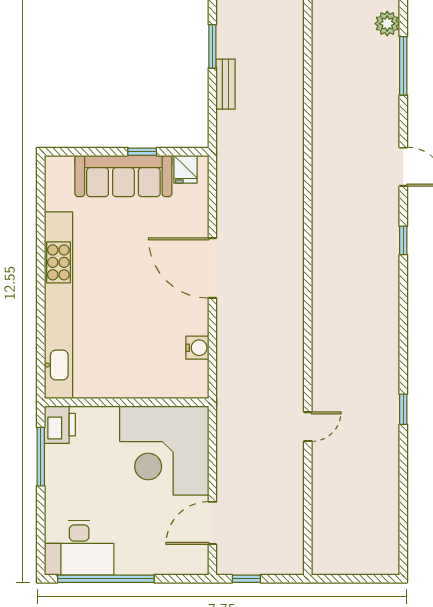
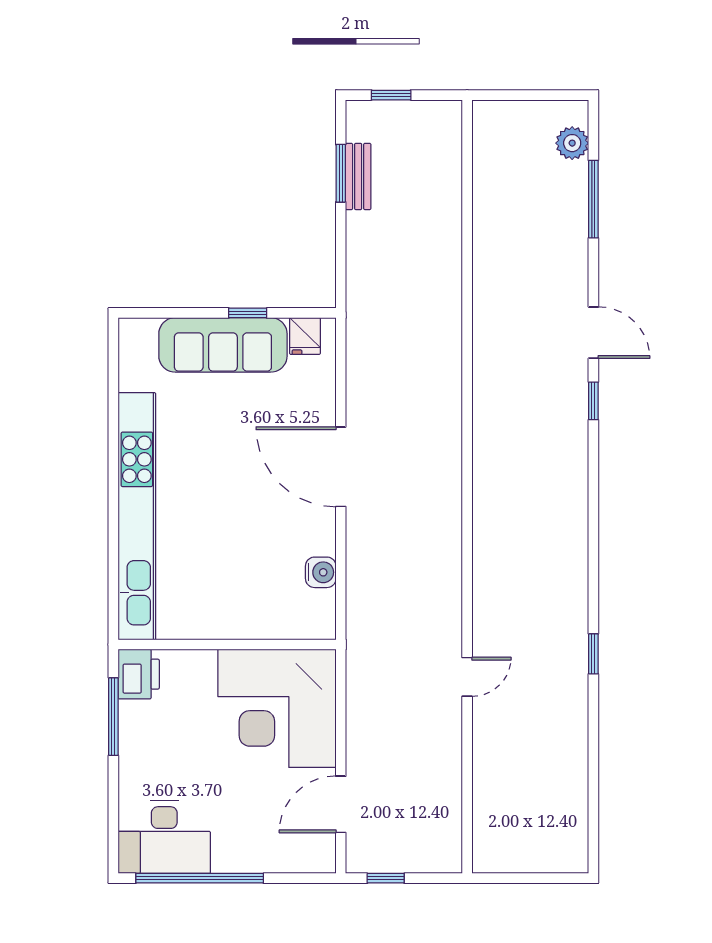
bench: (226, 84) -> (358, 176), moved
window: (403, 240) -> (593, 401), moved

